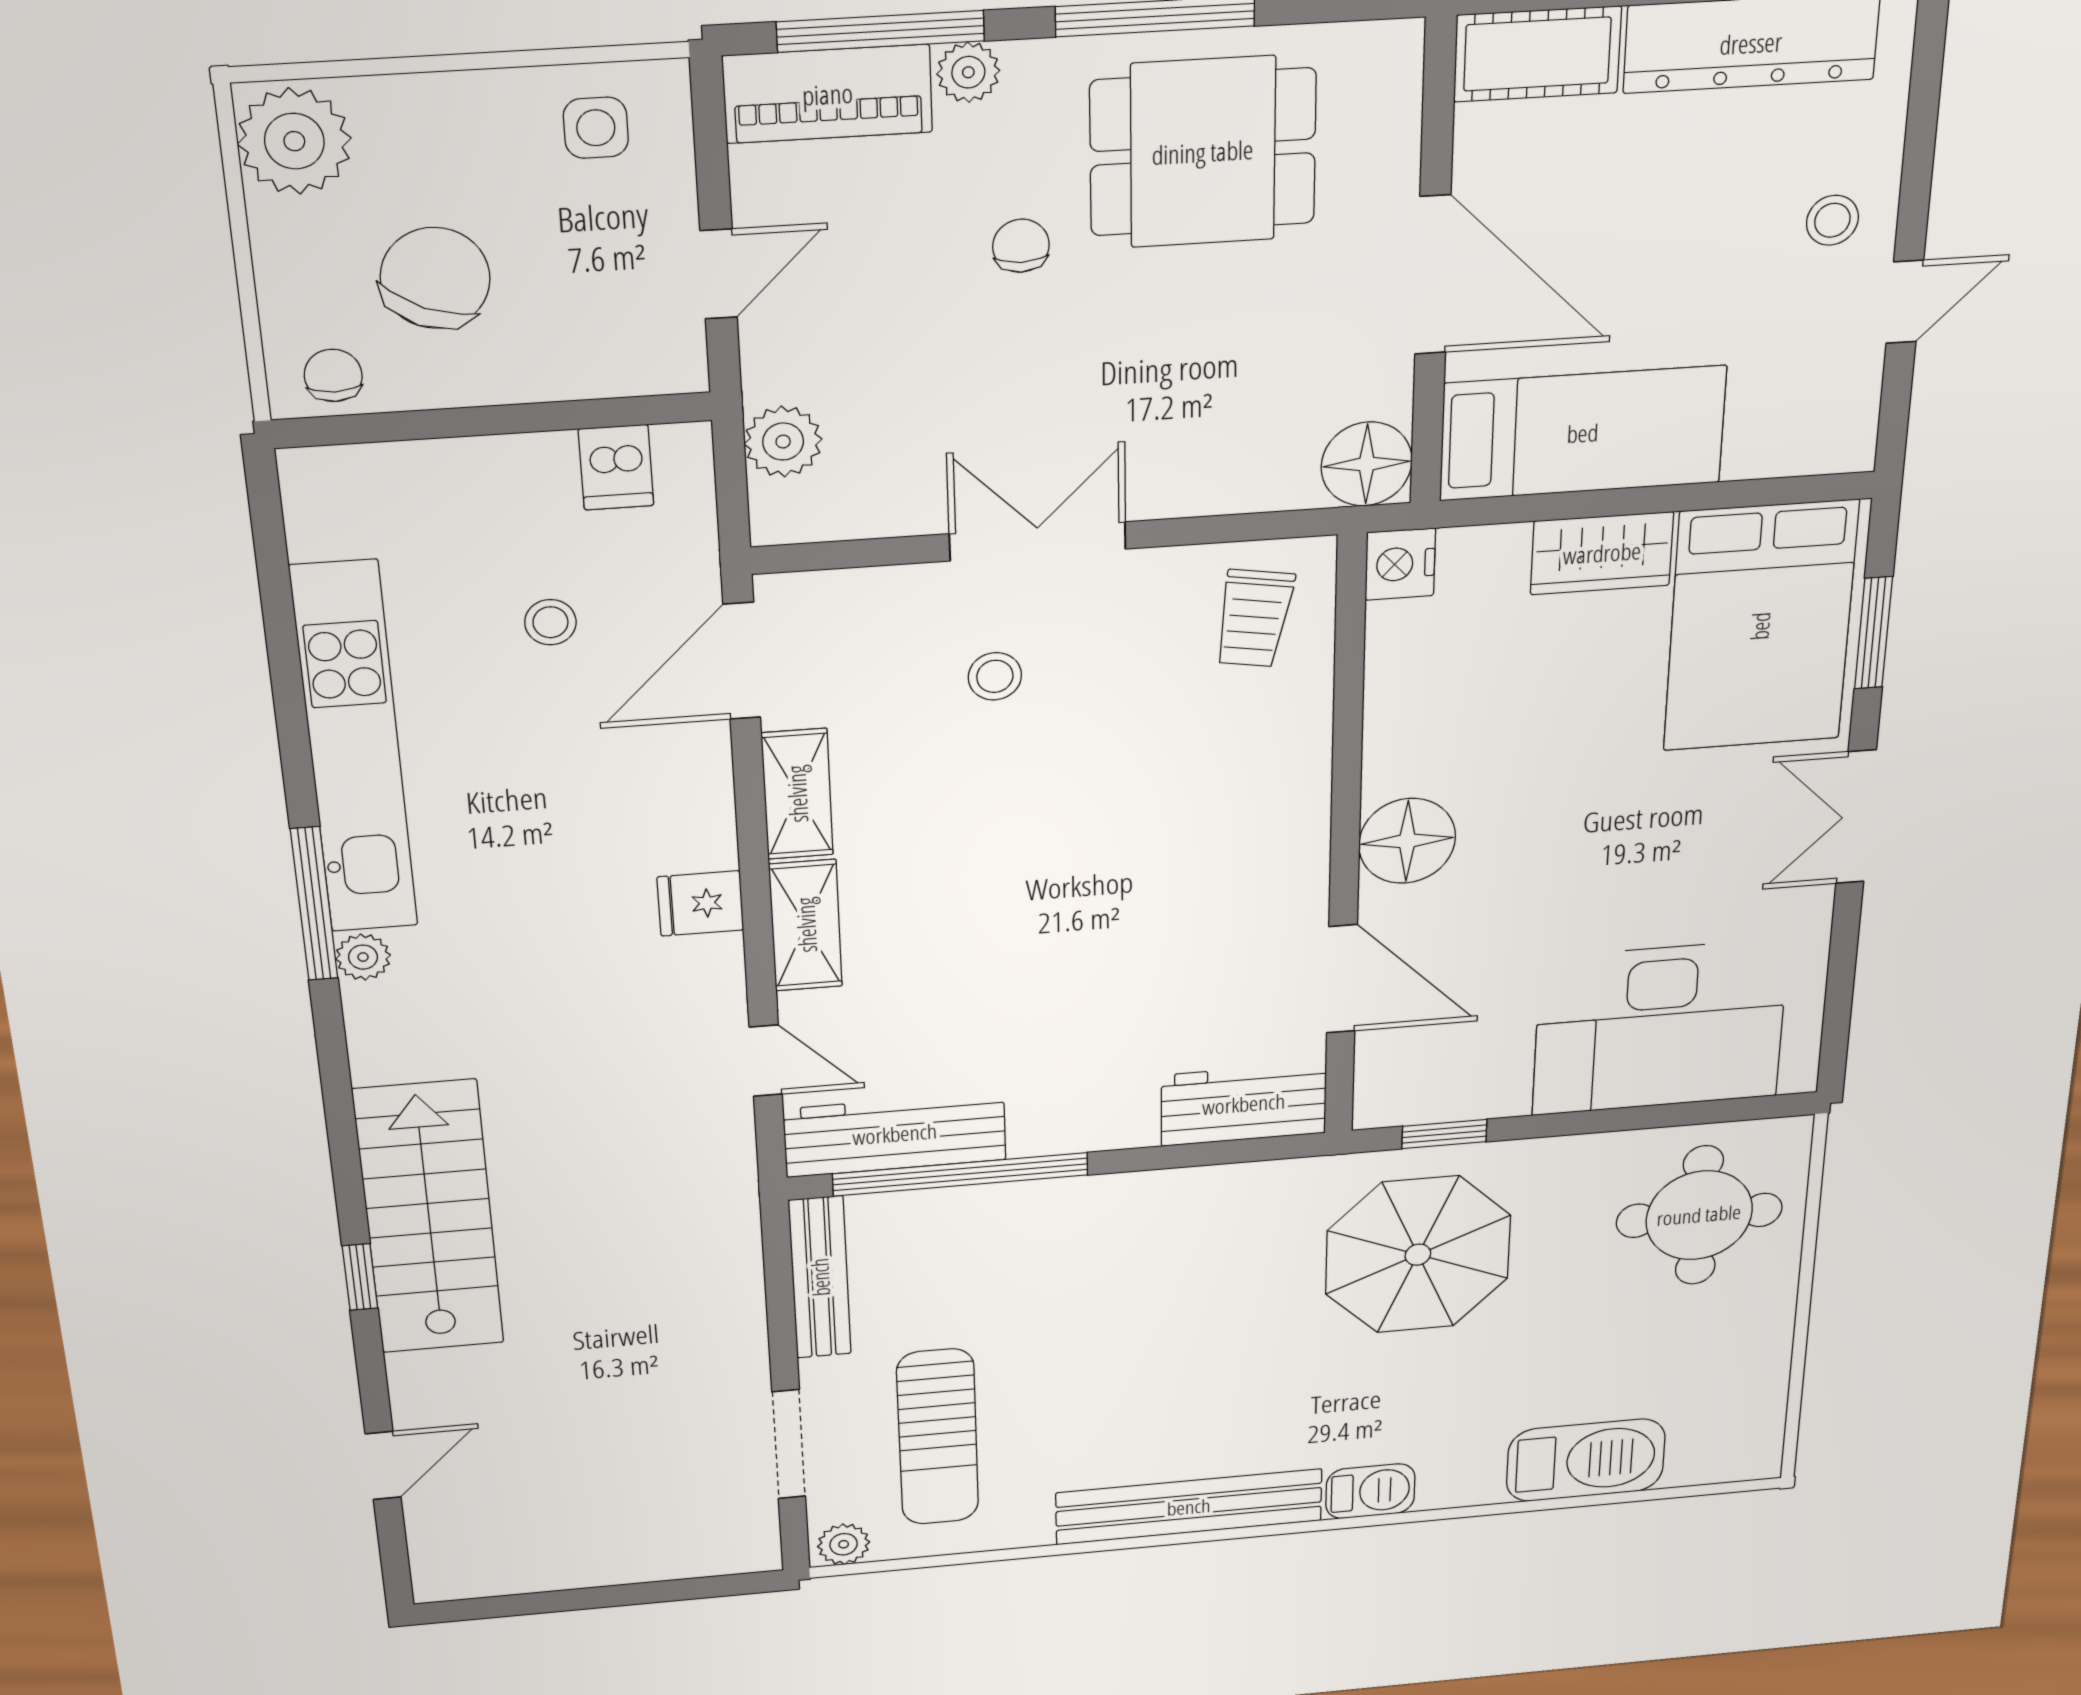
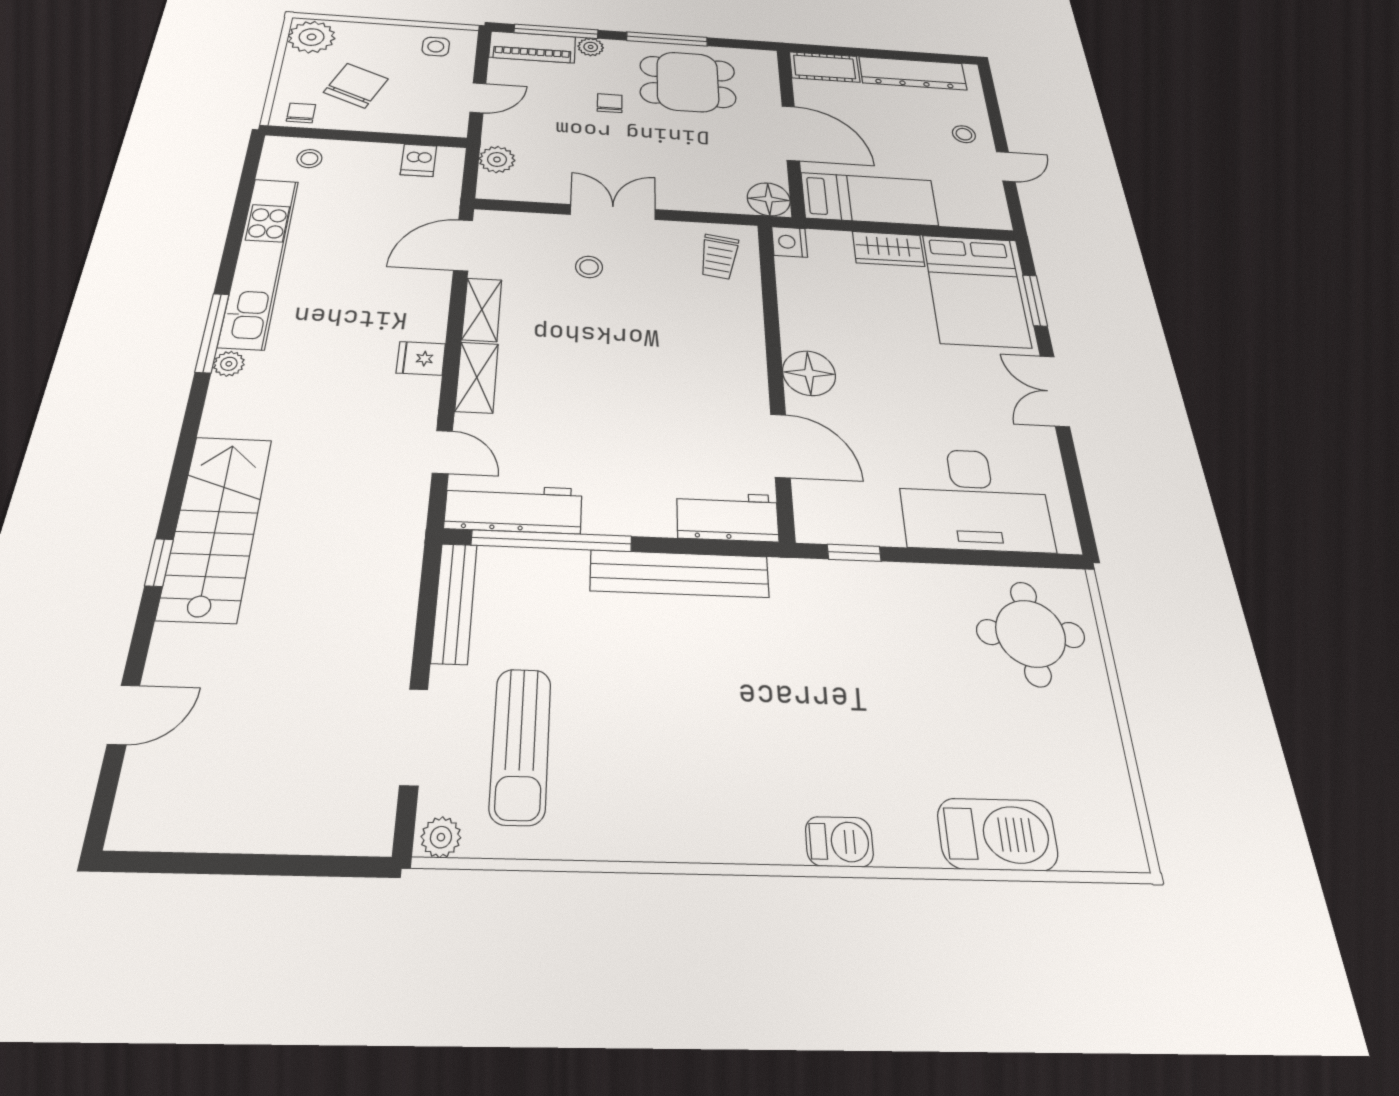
stool: (550, 622) -> (309, 159), moved
parasol: (1418, 1255) -> (849, 639), removed
bench: (1189, 1507) -> (680, 574), moved

